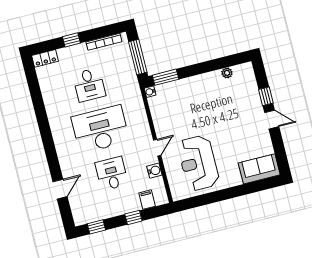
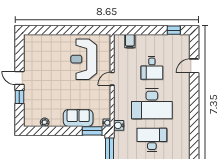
desk: (89, 85) -> (152, 140), width x1.37
reception desk: (198, 163) -> (84, 59), turned 180
sofa: (259, 169) -> (78, 118), moved, turned 180
water cooler: (154, 171) -> (119, 125), moved
window: (133, 217) -> (144, 30), removed

